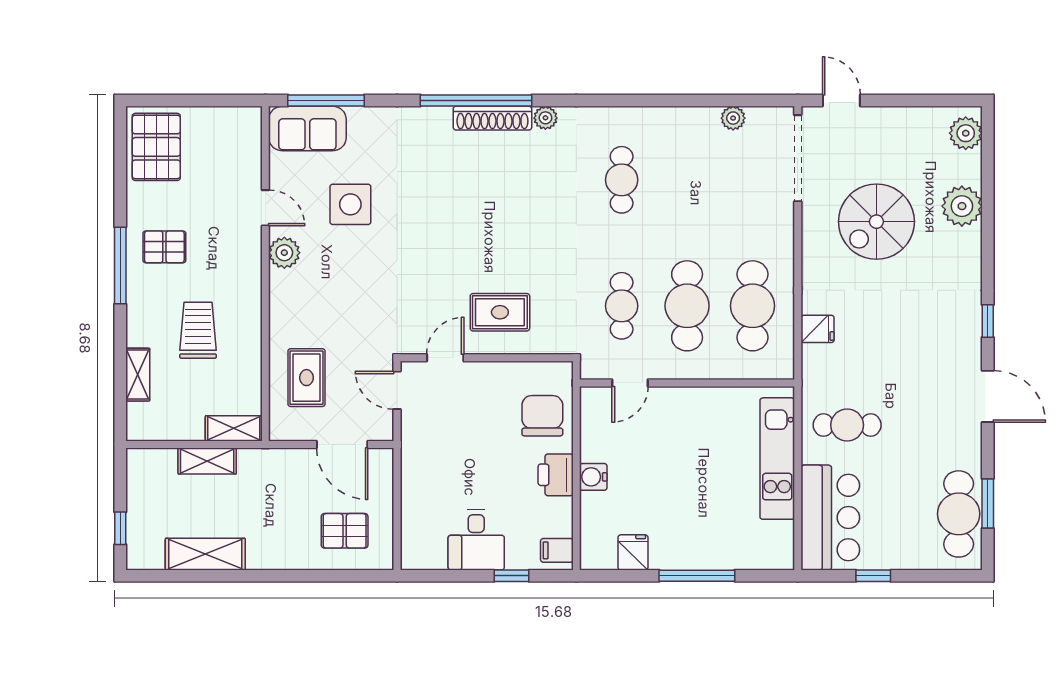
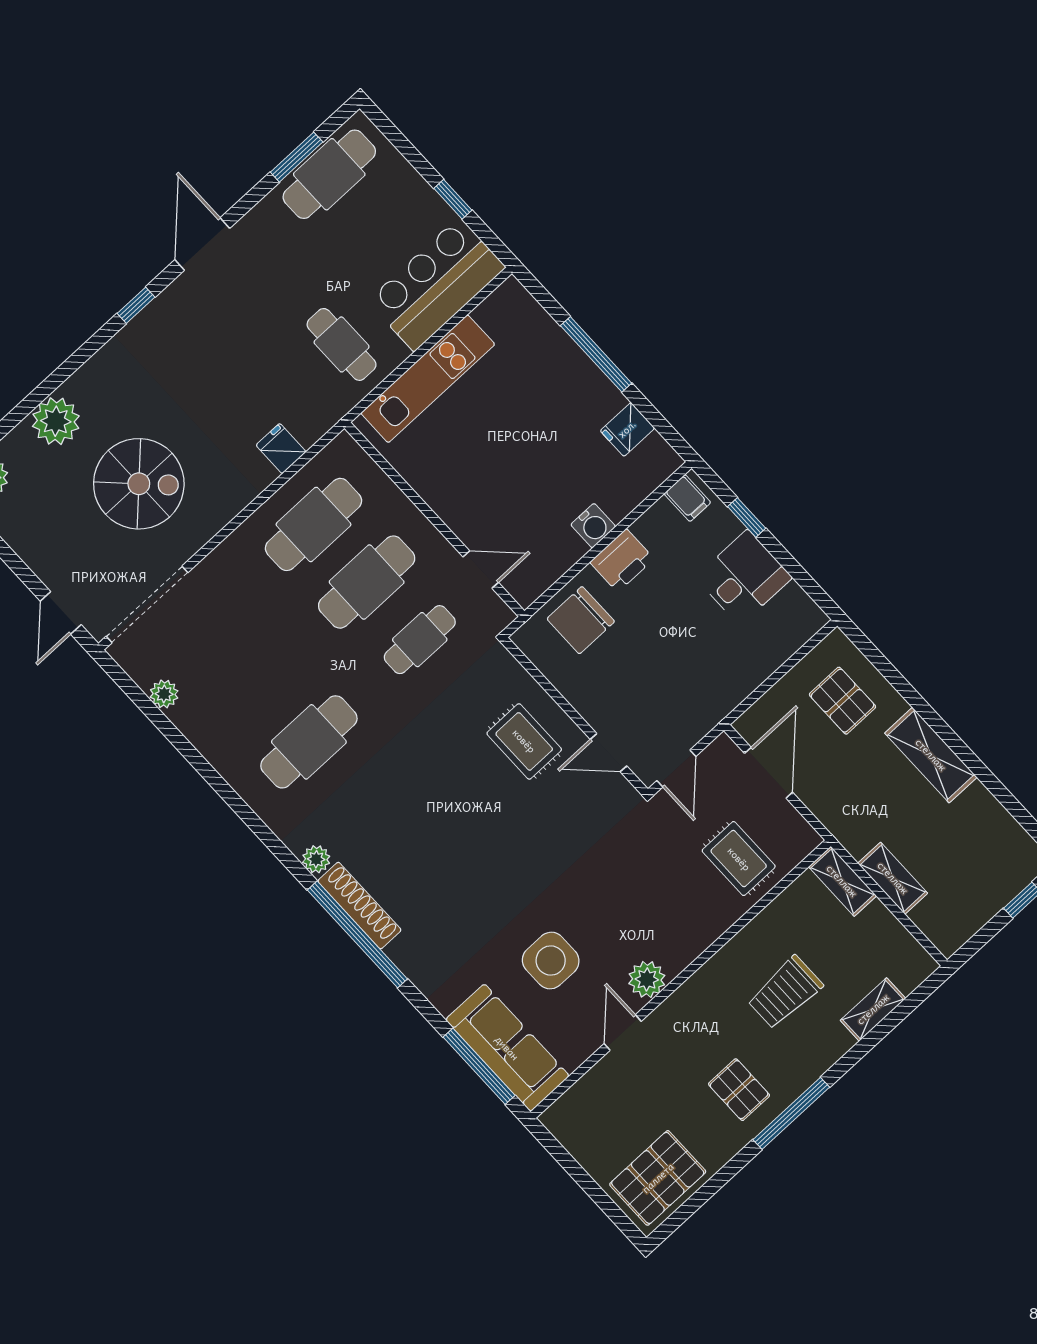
sofa: (307, 128) -> (507, 1048), width x1.36
cafe table: (622, 180) -> (309, 742), width x1.37, depth x1.35
rug: (307, 378) -> (739, 859), turned 90
shelving: (205, 554) -> (931, 755), moved

